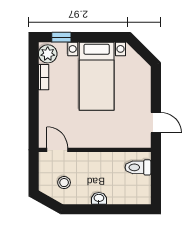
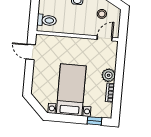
plant: (48, 54) -> (109, 75), moved
door: (57, 150) -> (105, 38), swing flipped

